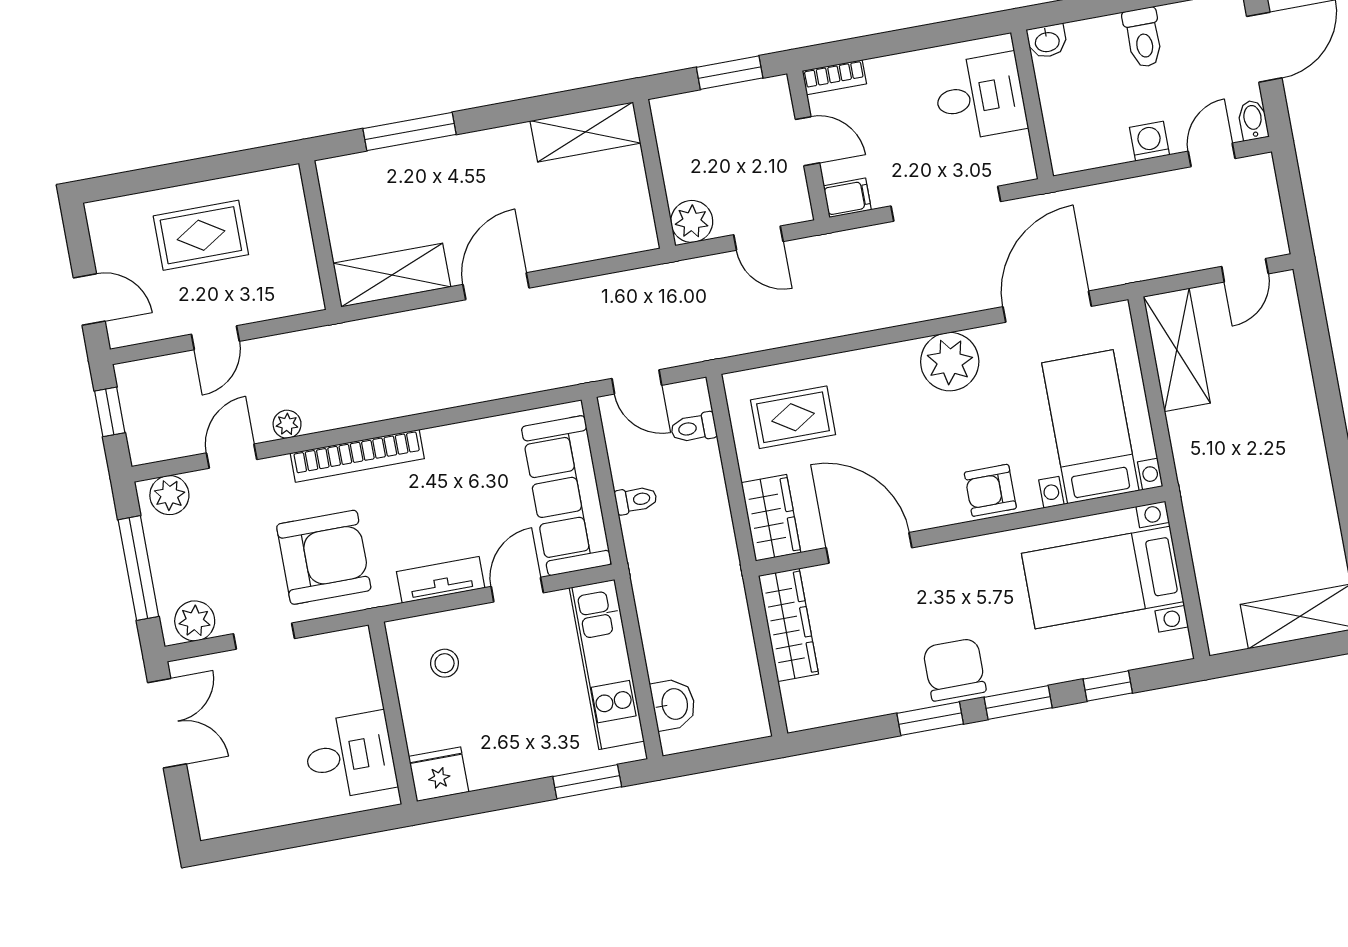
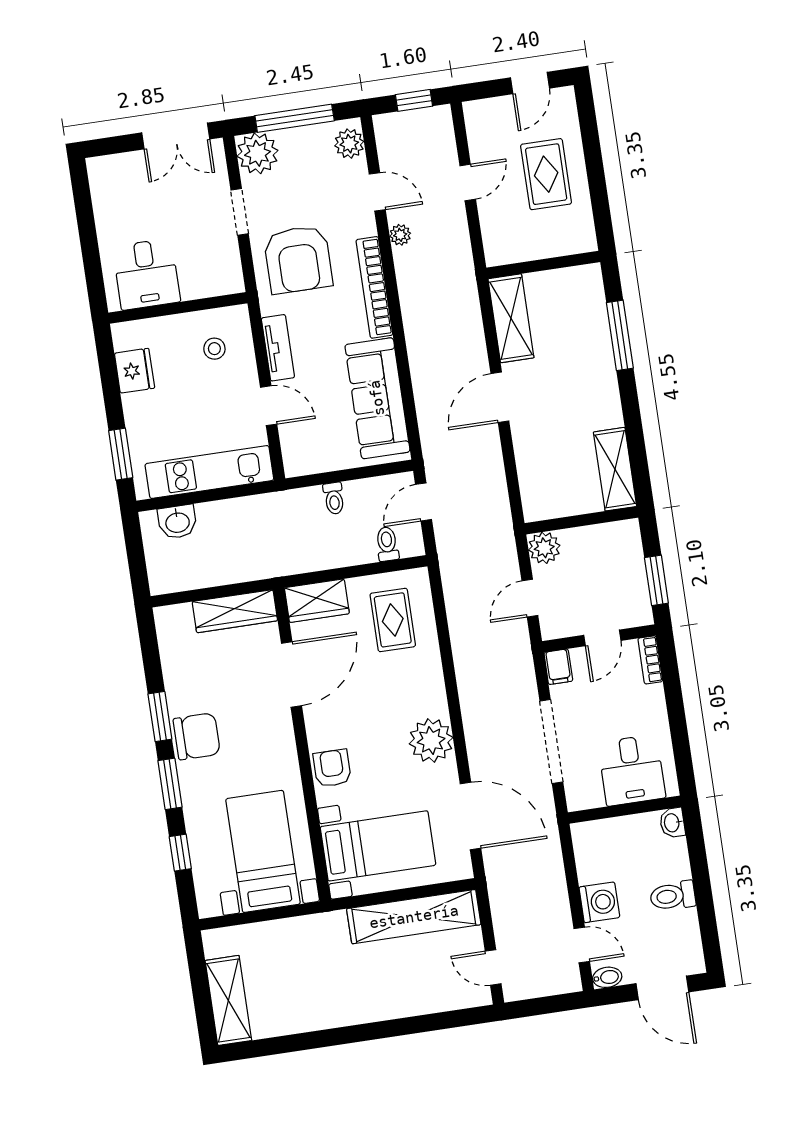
washing machine: (1150, 141) -> (599, 902), width x1.38, depth x1.38
door: (496, 286) -> (500, 397), swing flipped
door: (89, 300) -> (530, 83), moved
door: (215, 338) -> (468, 183), swing flipped
shelving: (1177, 350) -> (414, 917), width x1.47
sofa: (566, 496) -> (377, 398), moved, turned -90
plant: (195, 621) -> (258, 153), width x1.36, depth x1.36
fridge: (439, 774) -> (134, 371), moved

